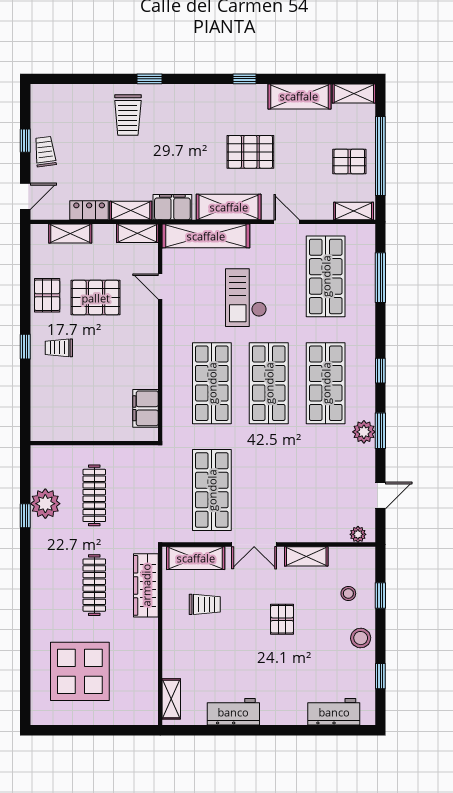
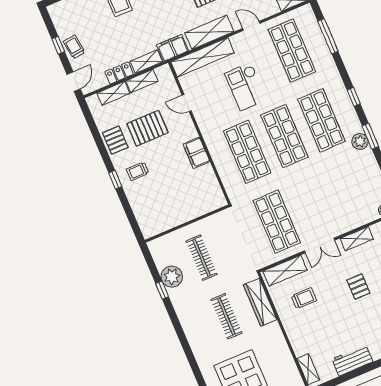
shelving: (137, 233) -> (142, 81), moved
filing cabinet: (145, 408) -> (196, 153), moved

